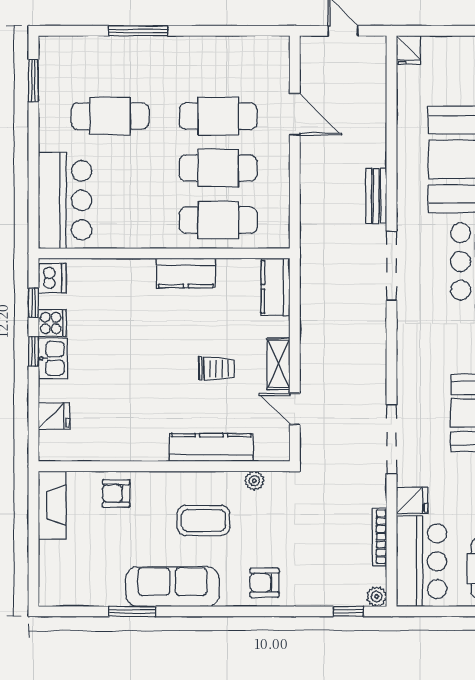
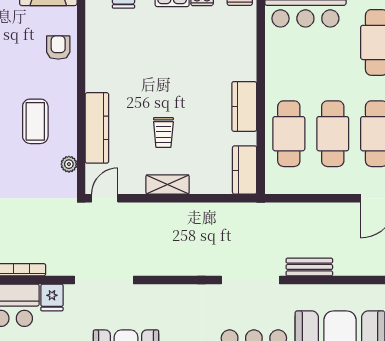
kitchen counter: (276, 287) -> (245, 170), moved, turned -90
door: (295, 409) -> (105, 198), moved

